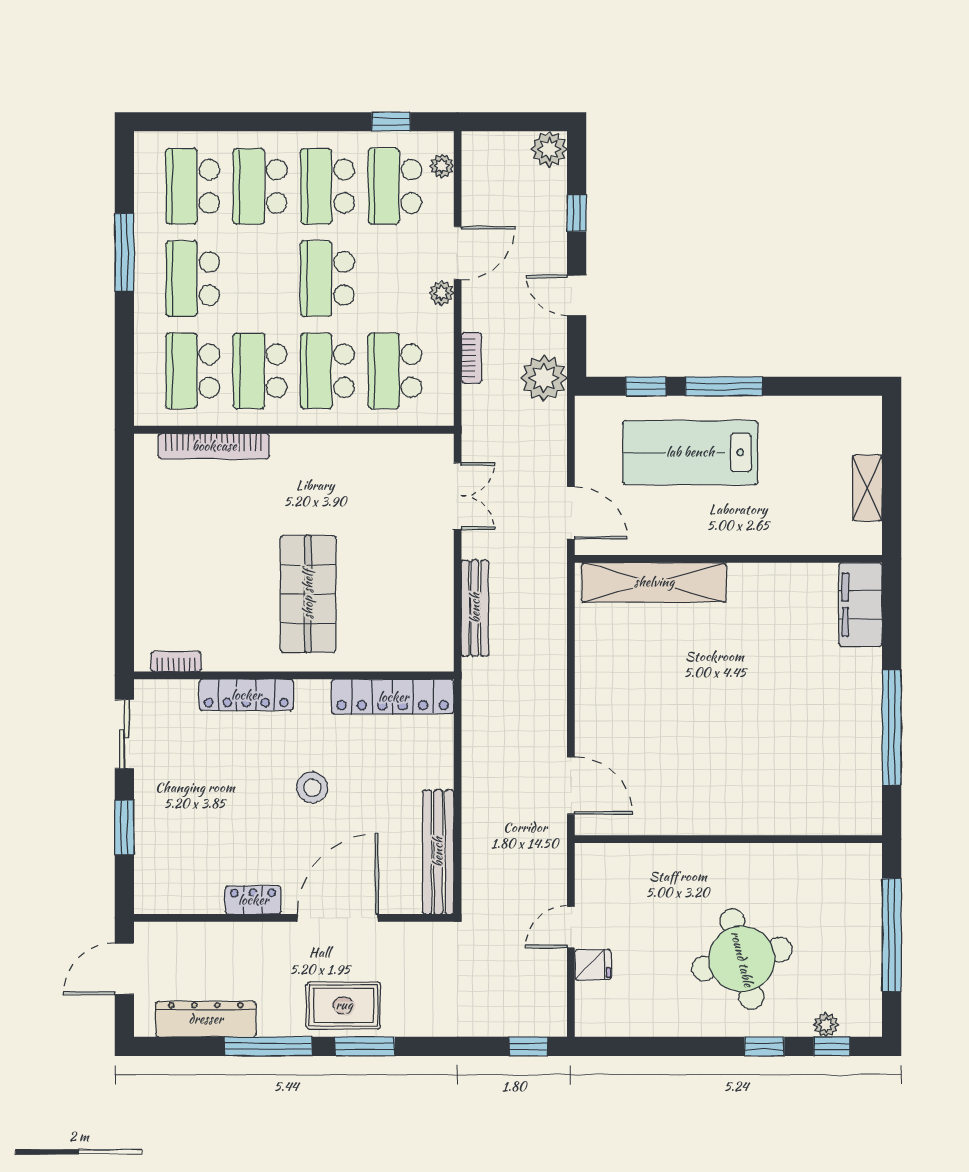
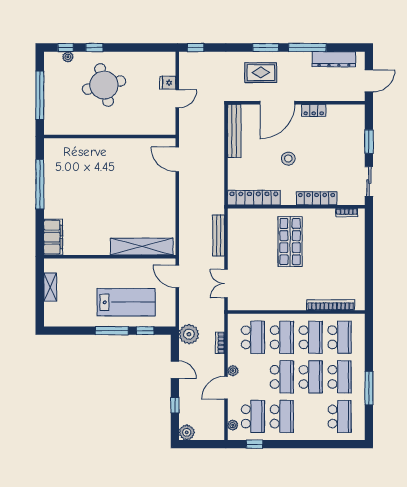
school desk: (260, 186) -> (311, 377), moved
rug: (344, 1005) -> (261, 73), moved

